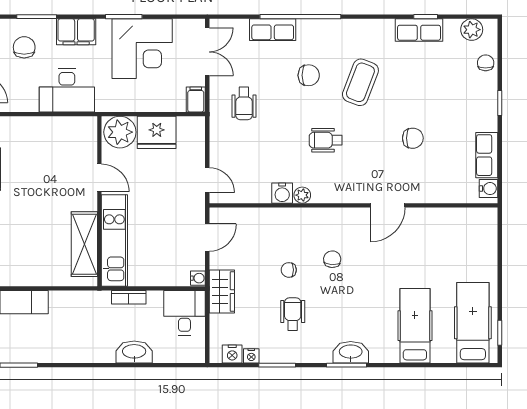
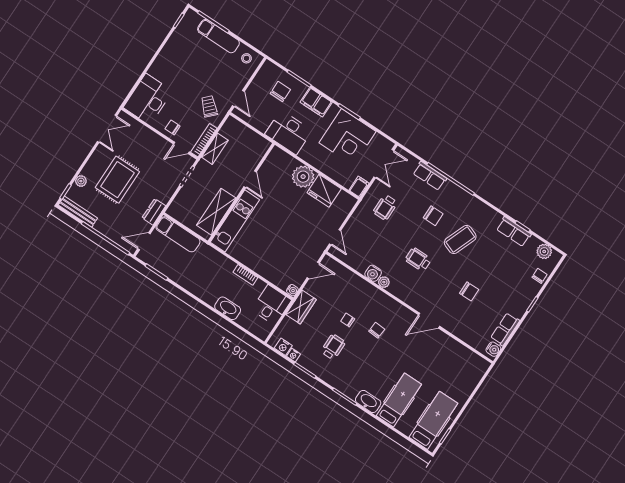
door: (99, 178) -> (250, 179), moved
wall: (99, 201) -> (241, 193), moved
kitchen unit: (114, 240) -> (235, 221), moved
shelving: (84, 244) -> (216, 212), moved
washbasin: (351, 352) -> (368, 401), moved

